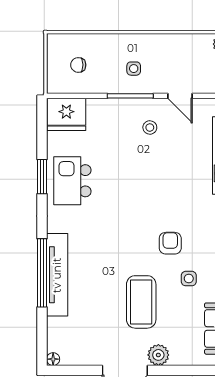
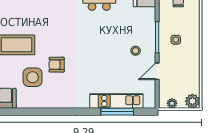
armchair: (170, 243) -> (57, 65), turned 180
side table: (189, 279) -> (33, 77), width x1.87, depth x1.87

